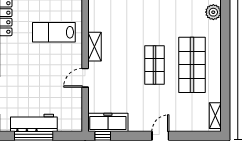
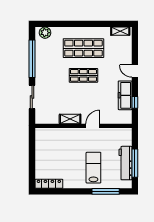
lab bench: (54, 32) -> (93, 168), moved, turned 180
door: (85, 78) -> (93, 126), swing flipped
freezer: (108, 122) -> (125, 95), moved
window: (103, 136) -> (135, 102), moved

